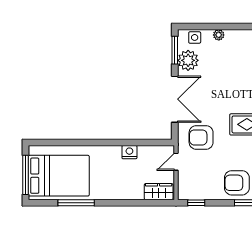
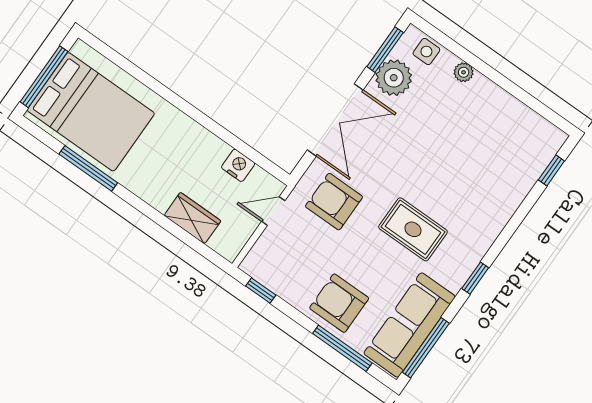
nightstand: (129, 152) -> (238, 165), moved
wardrobe: (159, 192) -> (192, 218), moved

